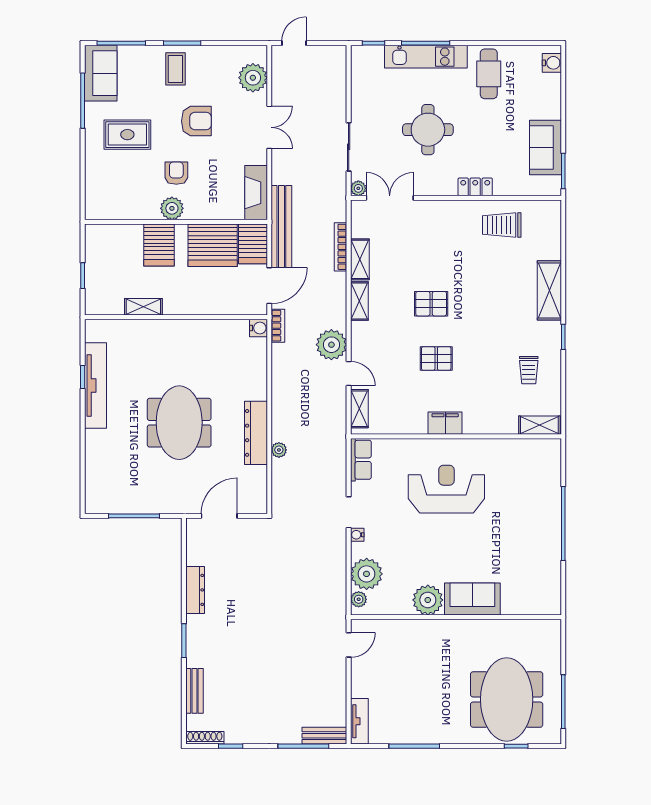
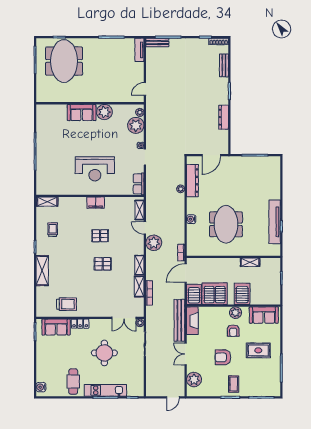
sofa: (101, 73) -> (264, 315), moved, turned -90
sofa: (545, 147) -> (56, 327), moved, turned 90
bench: (281, 226) -> (179, 320), moved
water cooler: (258, 328) -> (191, 219), moved
meeting table: (179, 423) -> (226, 224), moved
dresser: (256, 433) -> (192, 181), moved

